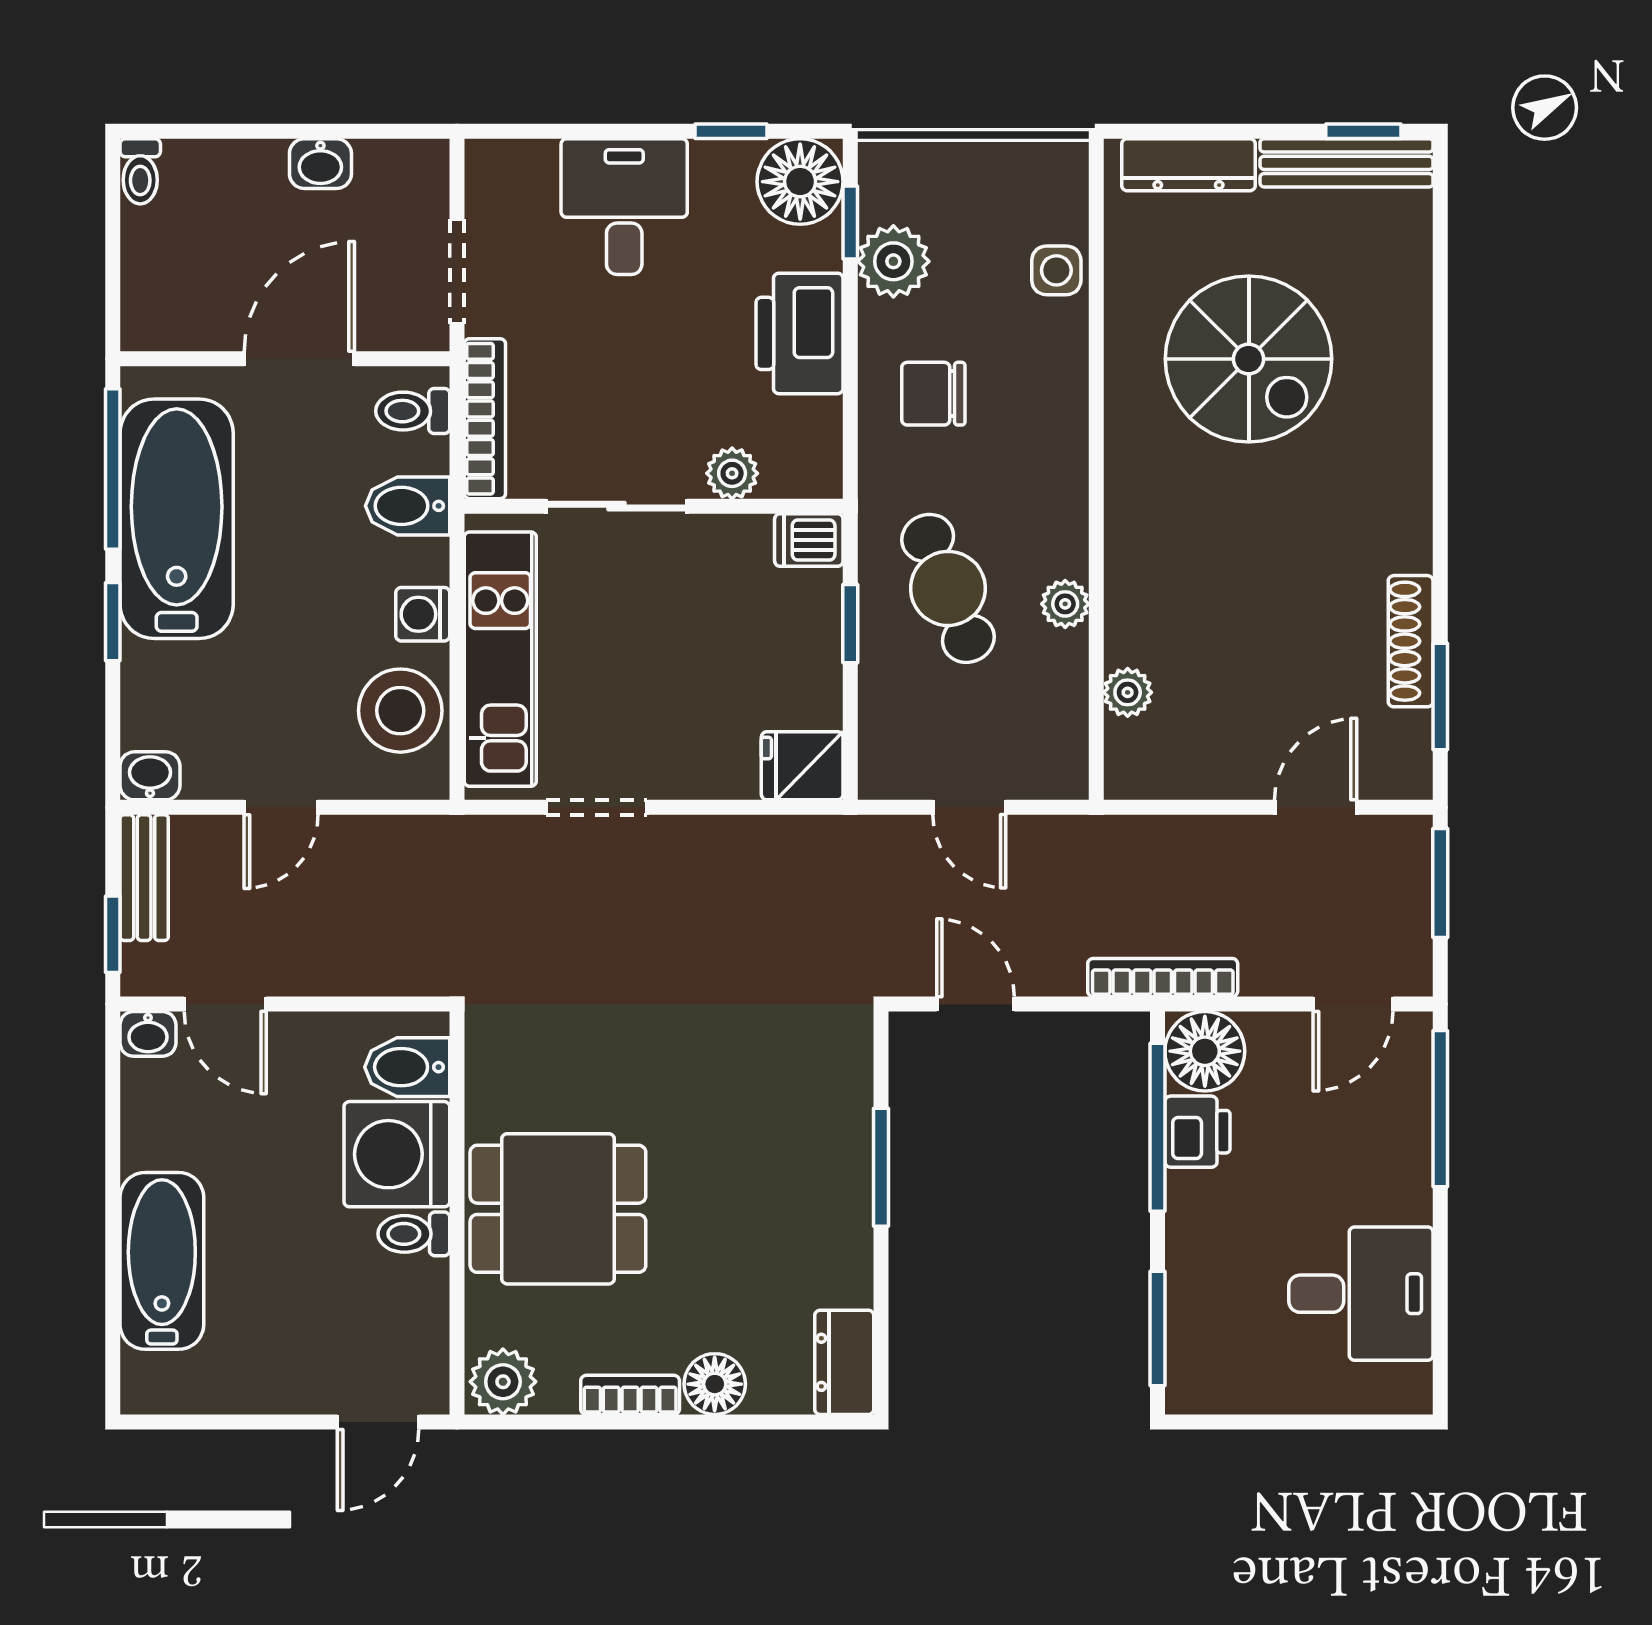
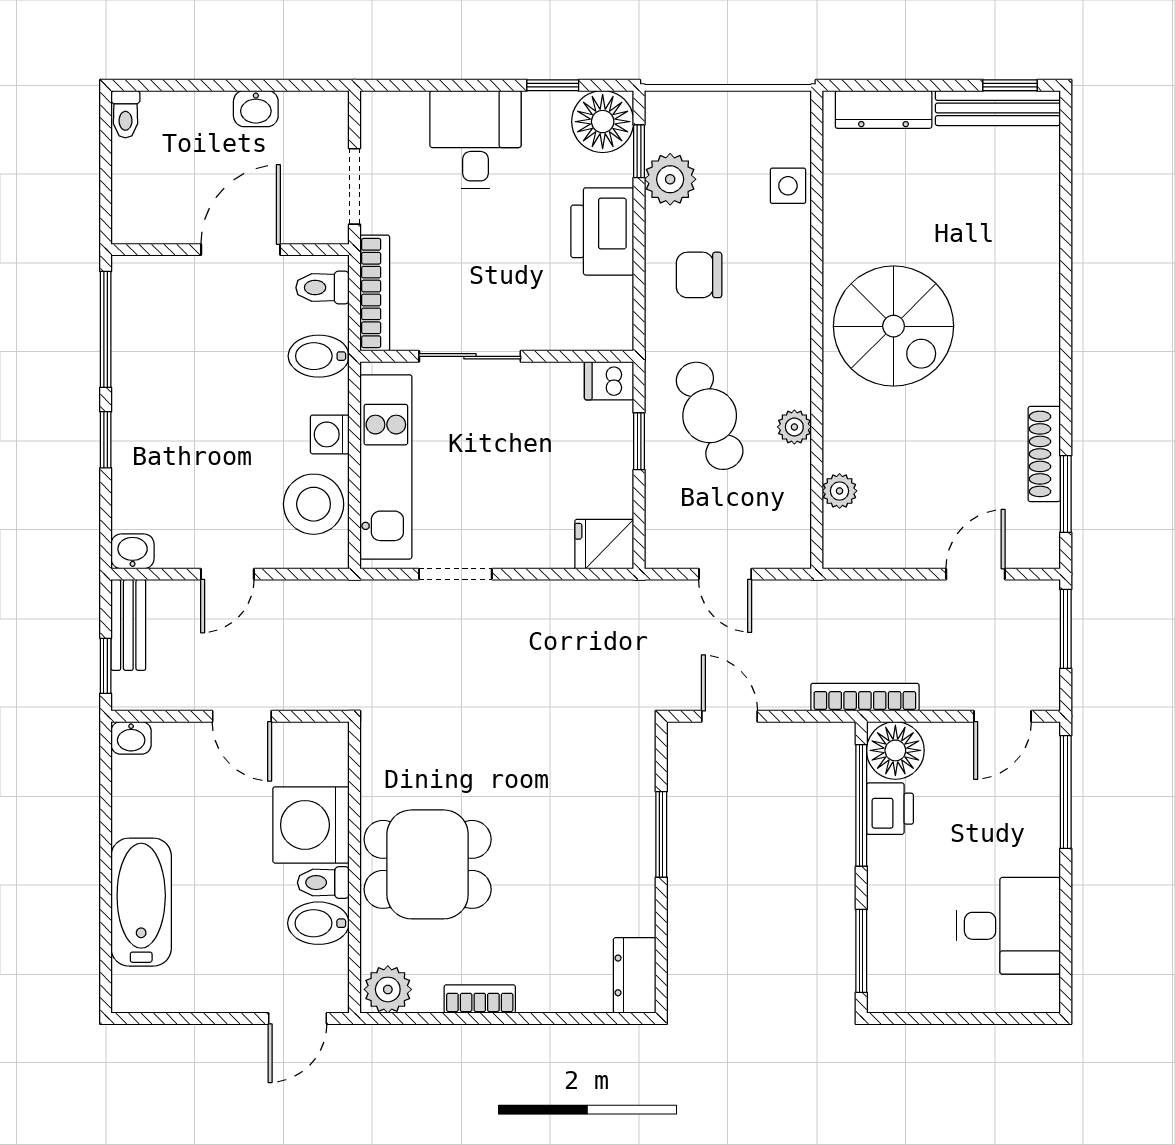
spiral stairs: (1249, 359) -> (894, 326), moved
plant: (732, 473) -> (553, 333), removed
bathtub: (177, 519) -> (152, 365), removed
door: (225, 1004) -> (242, 716), moved
bidet: (407, 1067) -> (318, 923), moved
floor lamp: (715, 1384) -> (541, 991), removed

